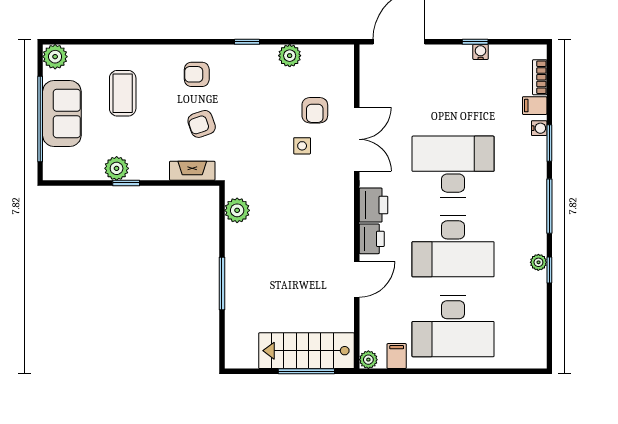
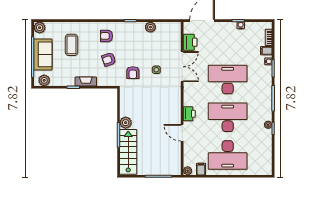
armchair: (315, 110) -> (133, 73), moved
plant: (117, 168) -> (44, 80), moved
fireplace: (192, 171) -> (86, 82), moved
printer: (373, 205) -> (190, 42), moved
plant: (237, 210) -> (126, 123), moved
desk: (453, 246) -> (228, 117), turned 180
door: (357, 279) -> (182, 133), swing flipped
stairs: (307, 351) -> (128, 152), moved, turned 90

